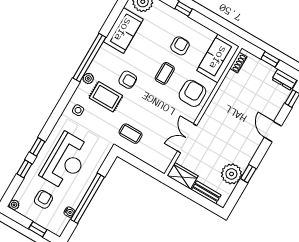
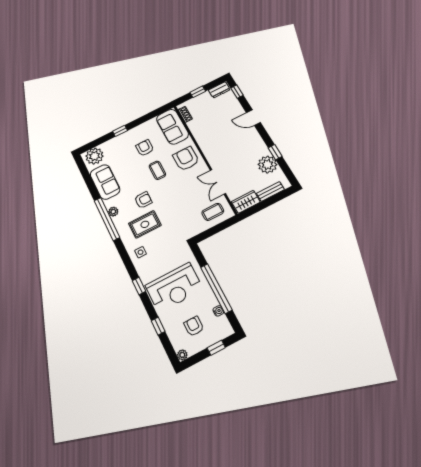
plant: (88, 78) -> (113, 212), moved
coffee table: (131, 134) -> (213, 212), moved
window: (37, 147) -> (139, 286), moved
reception desk: (66, 161) -> (174, 287), turned 90

